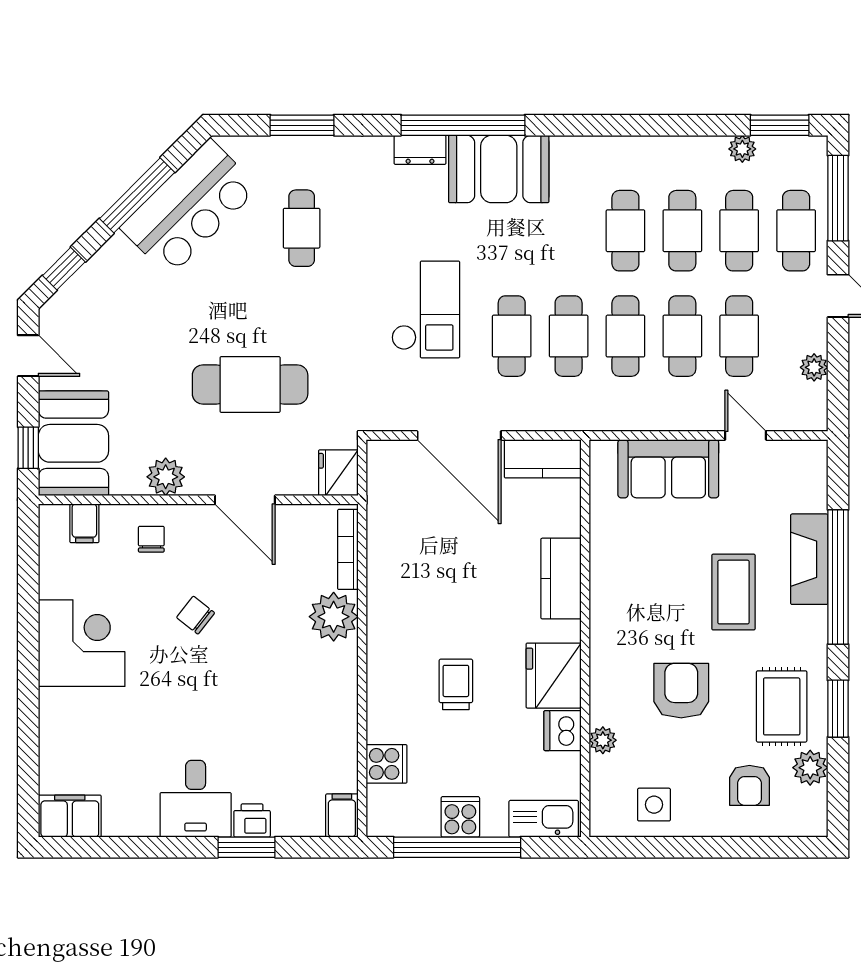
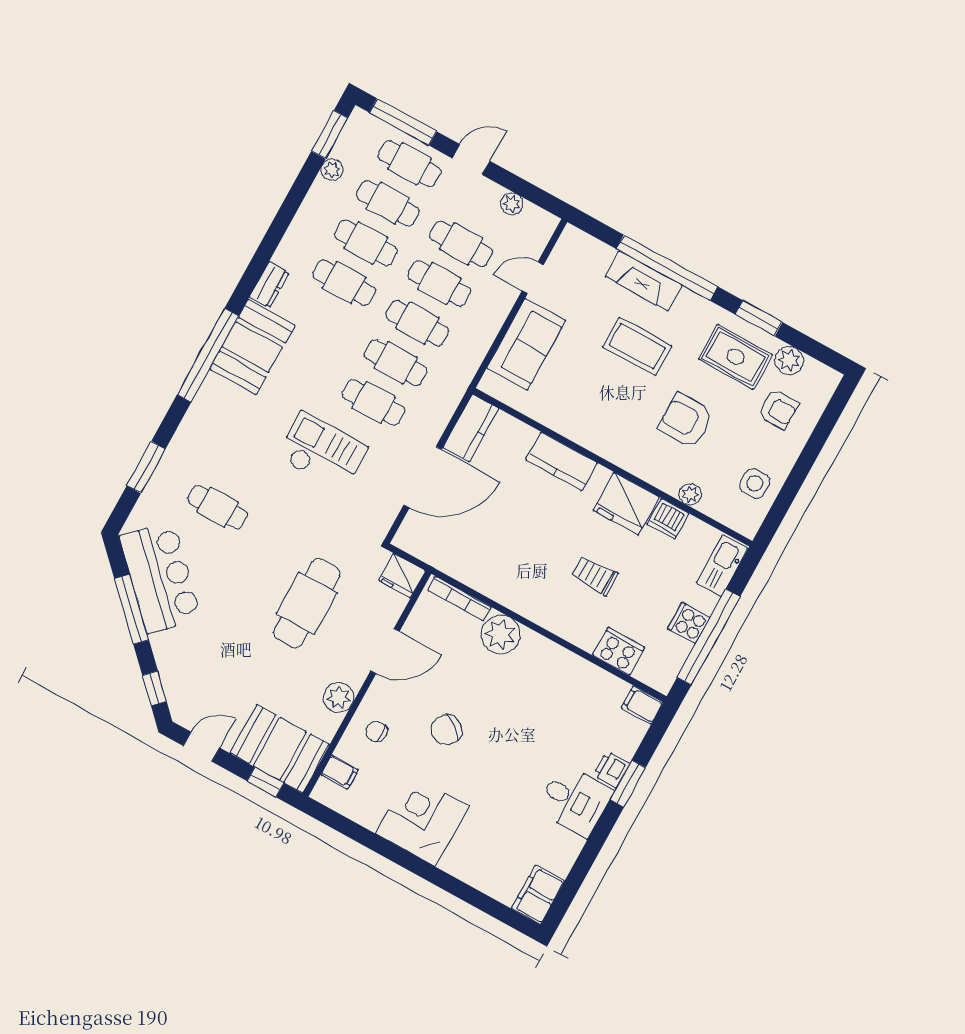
dresser: (420, 150) -> (269, 285), moved
chair: (196, 615) -> (446, 730), width x1.37, depth x1.37
cooker: (387, 764) -> (619, 651), width x1.36

